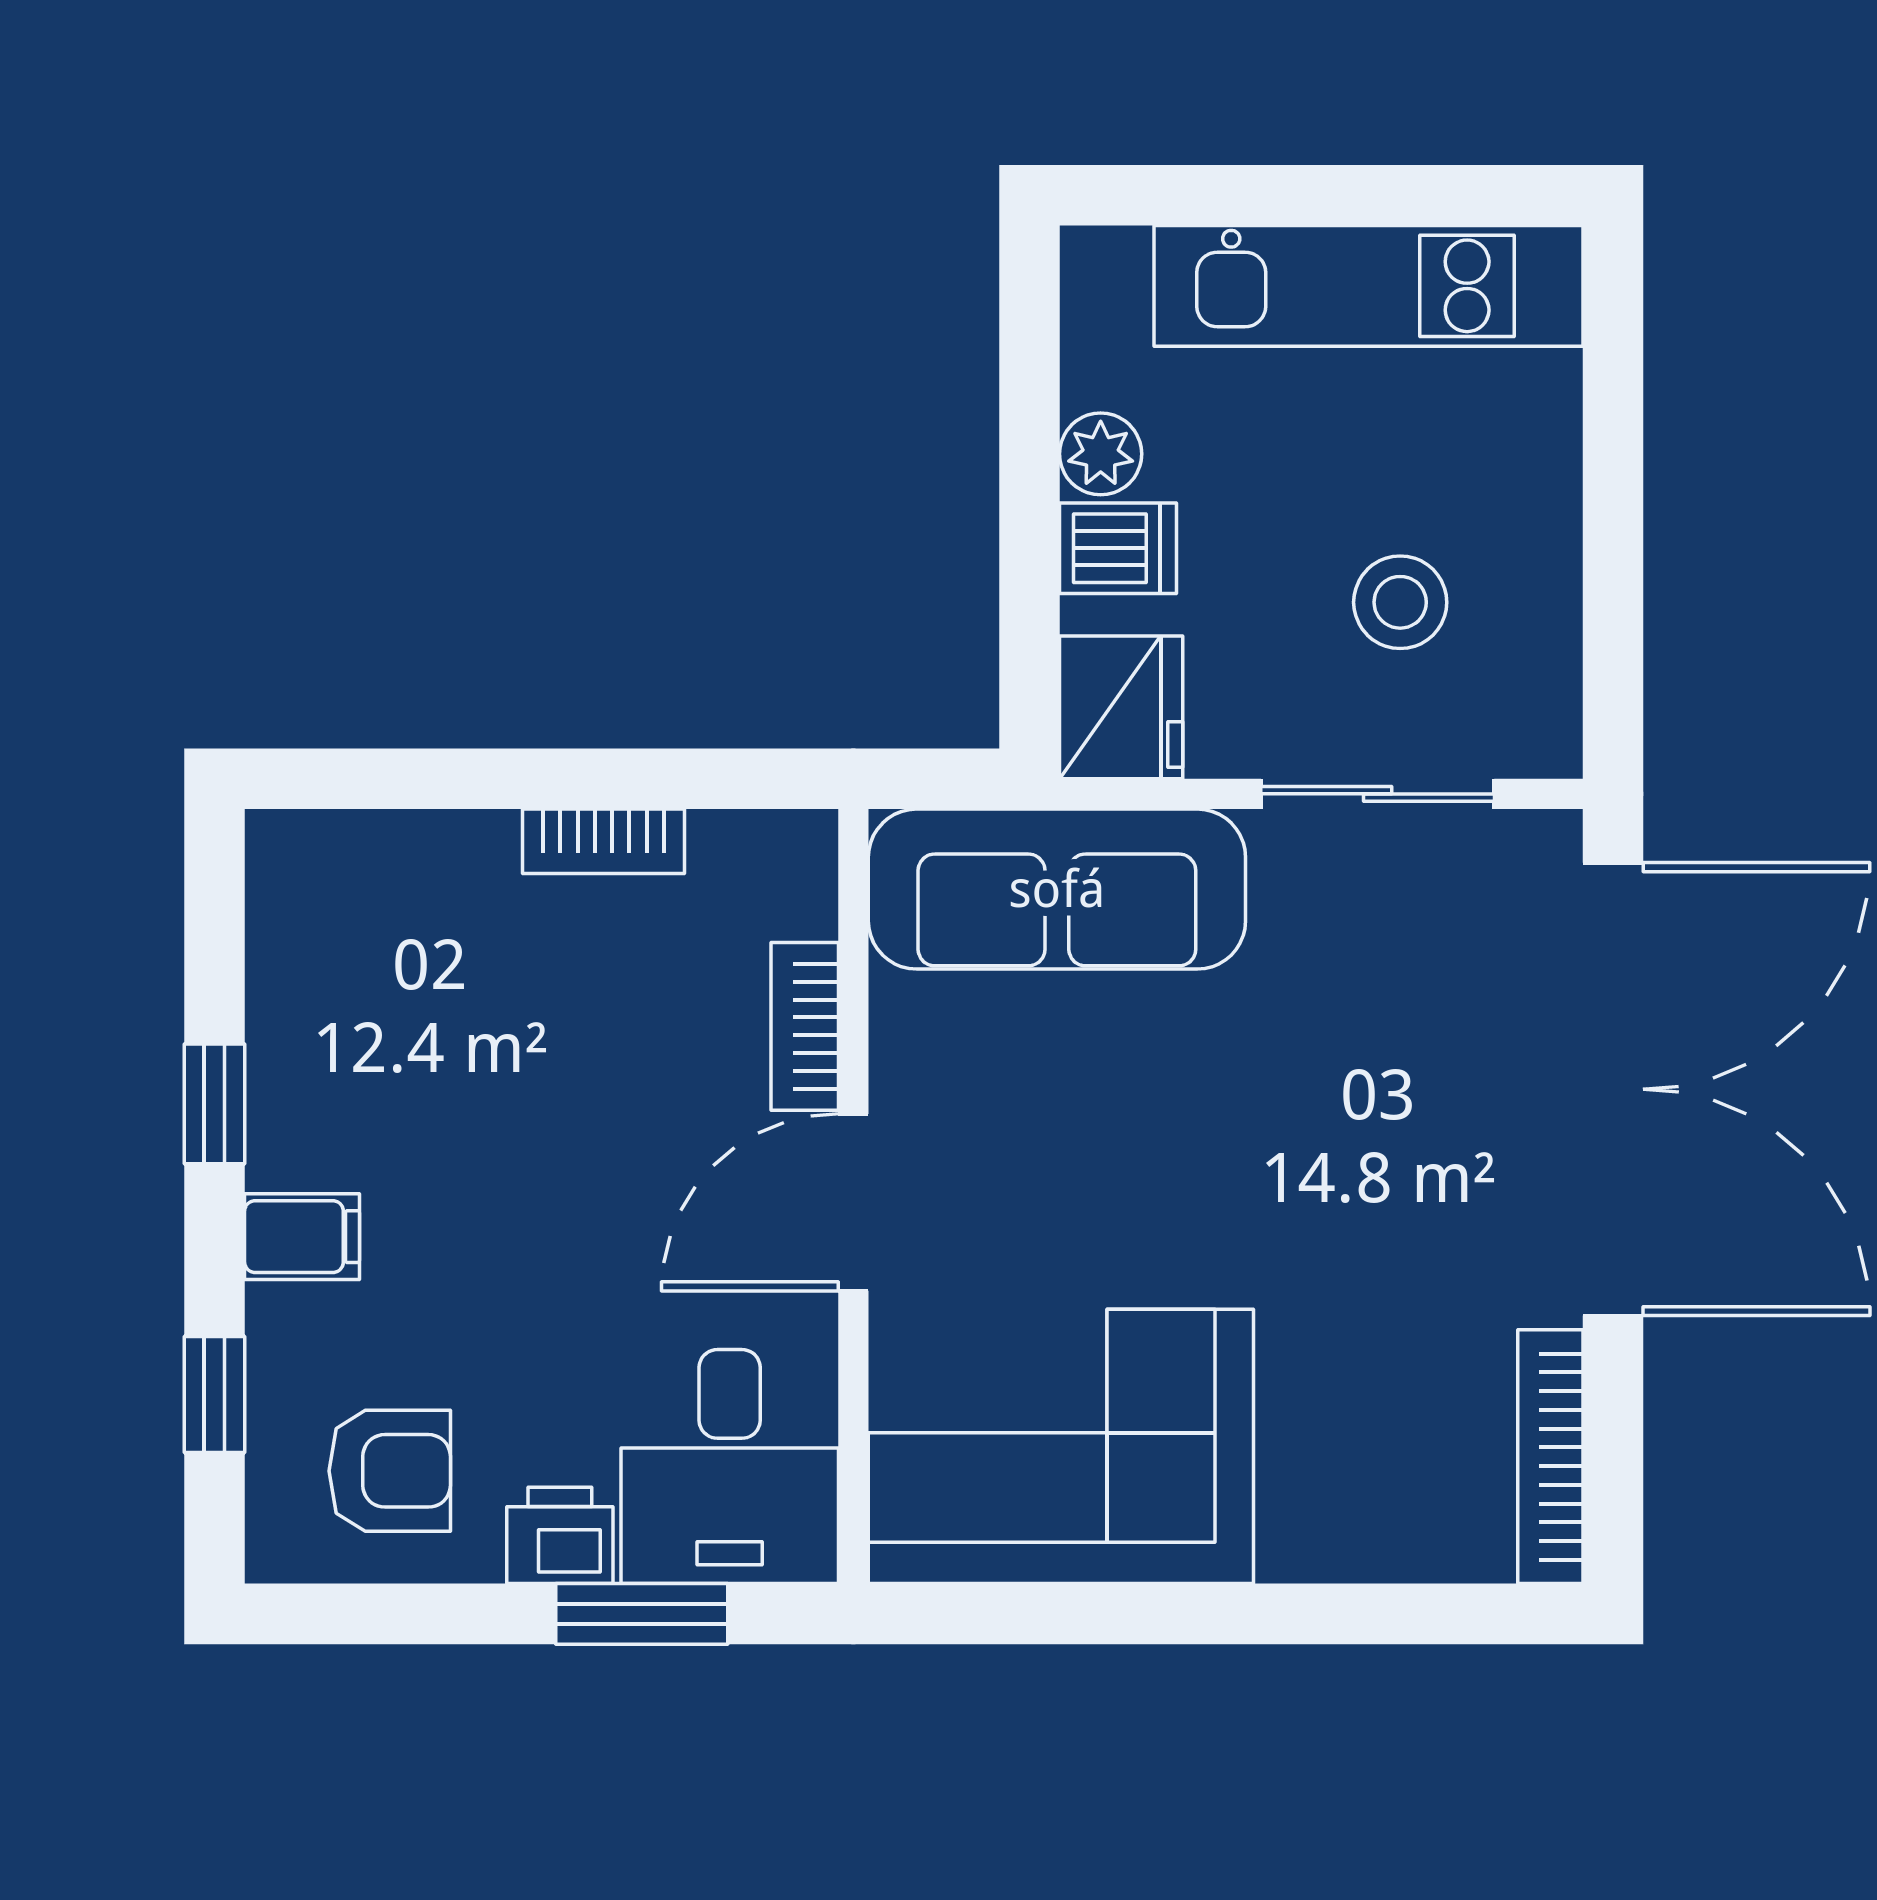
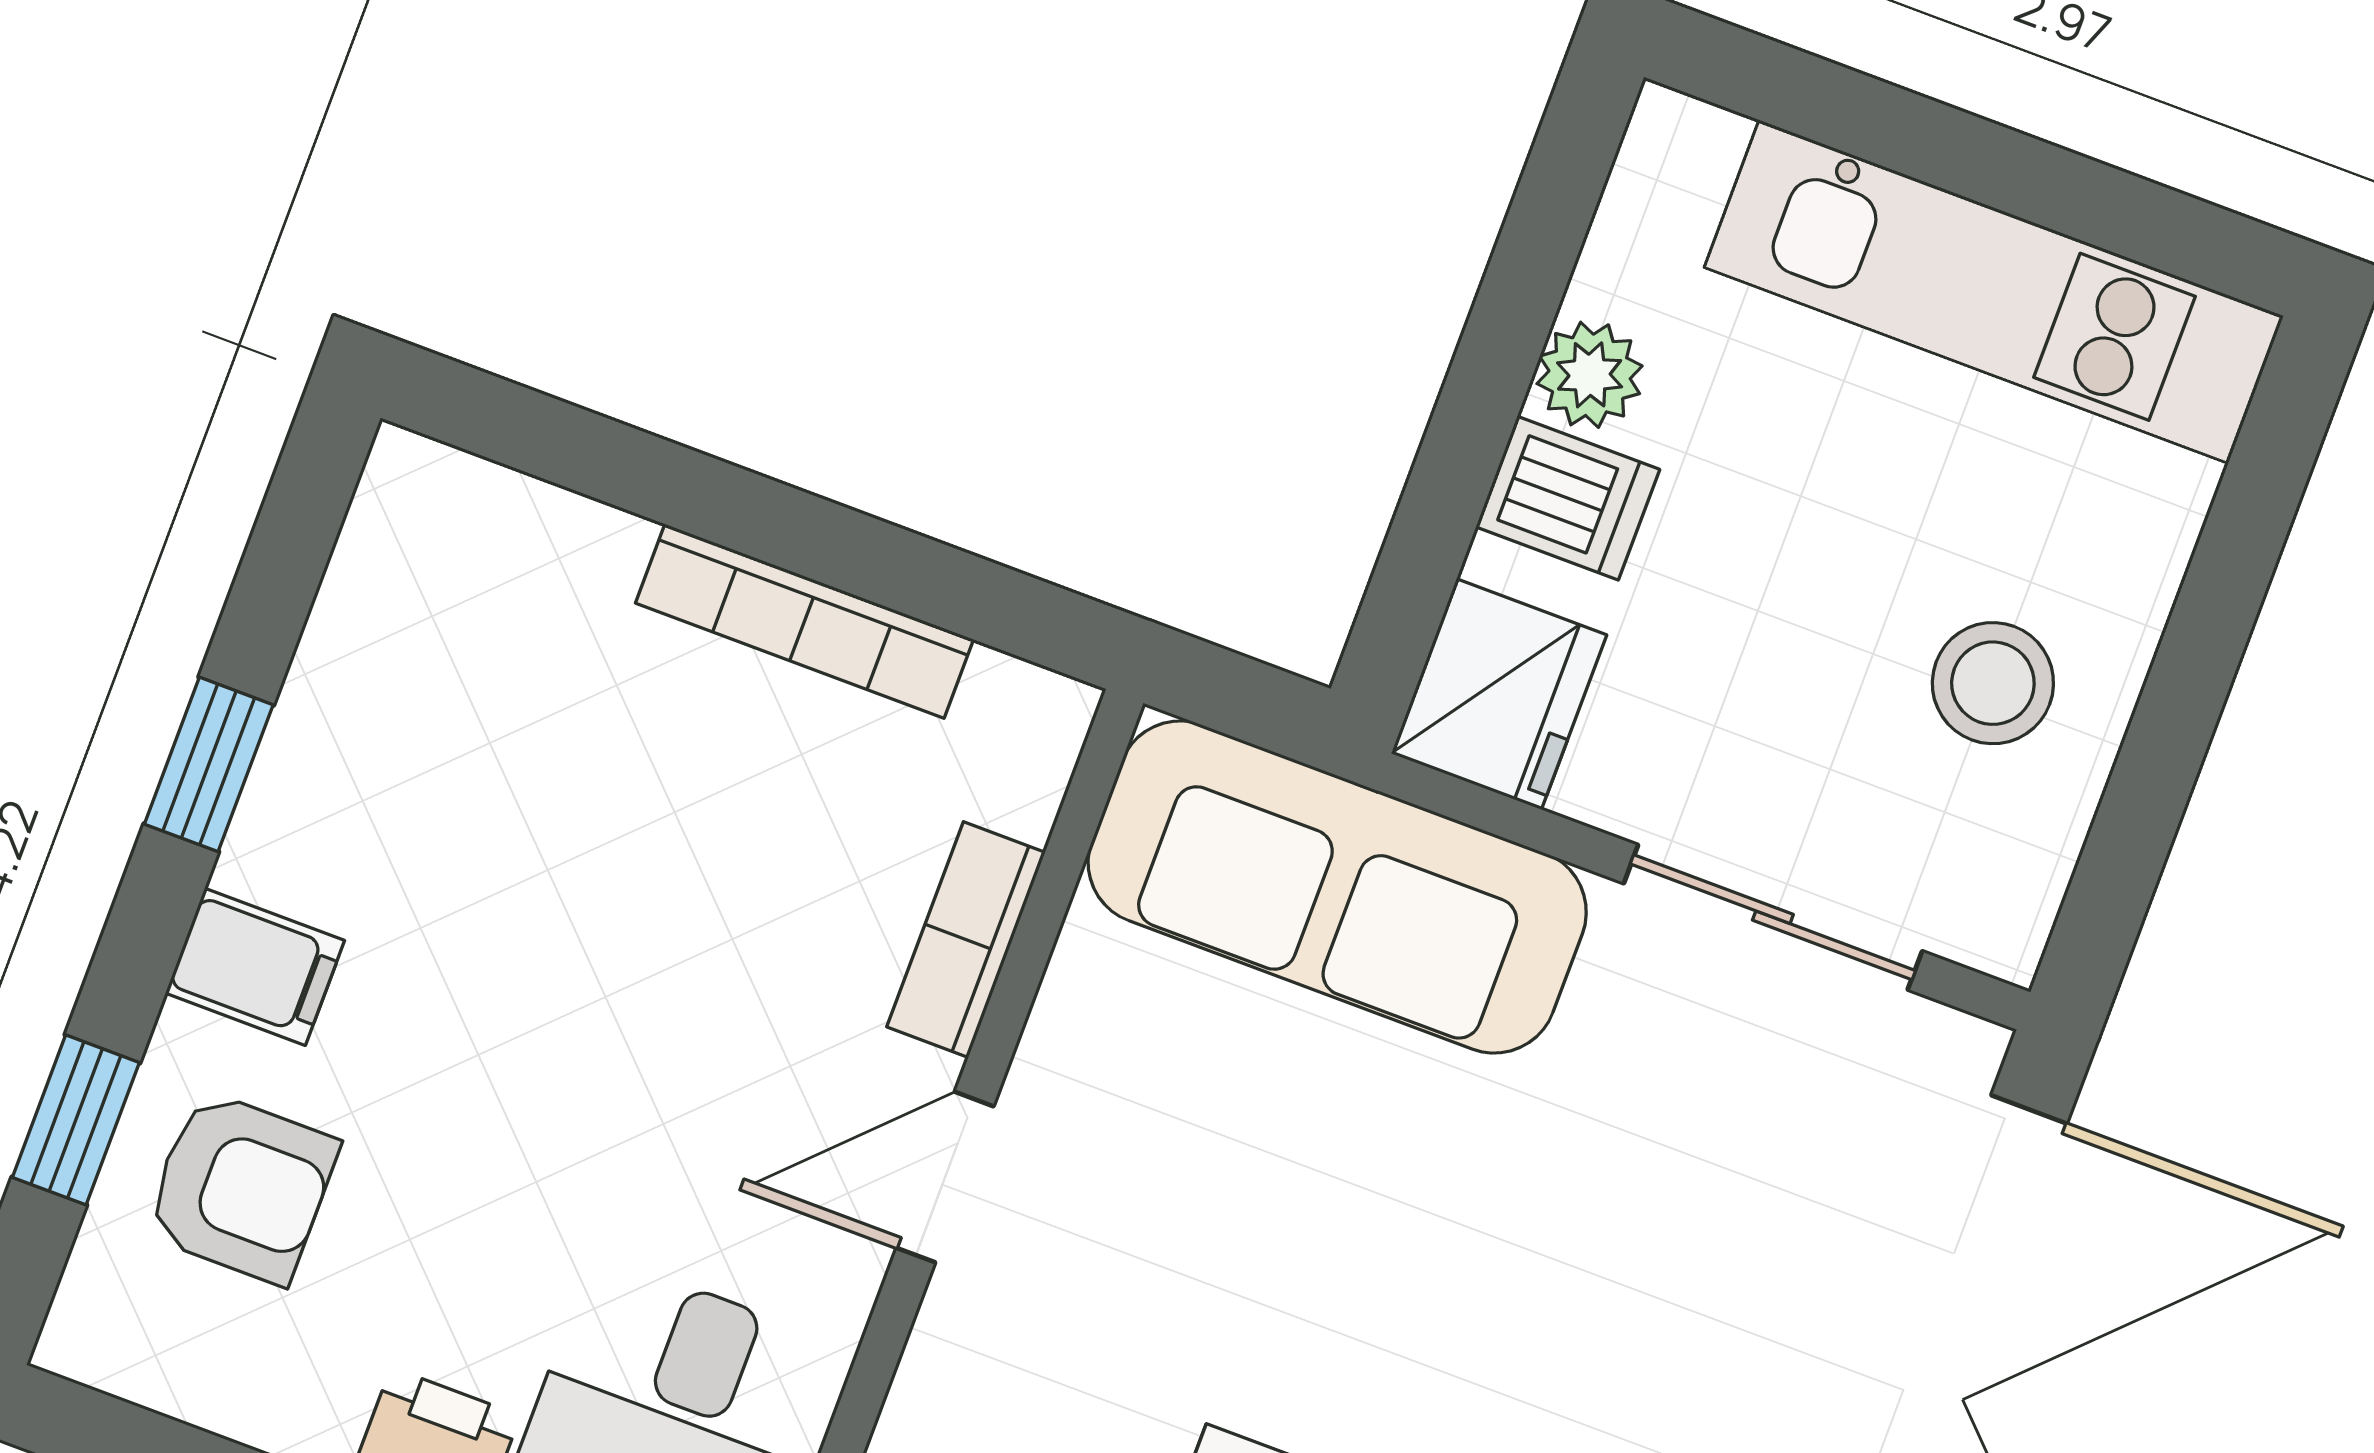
stool: (1400, 602) -> (1993, 683), moved
bookcase: (604, 841) -> (805, 621), width x1.56
door: (853, 1202) -> (945, 1177), width x0.73
armchair: (390, 1471) -> (241, 1187), moved

